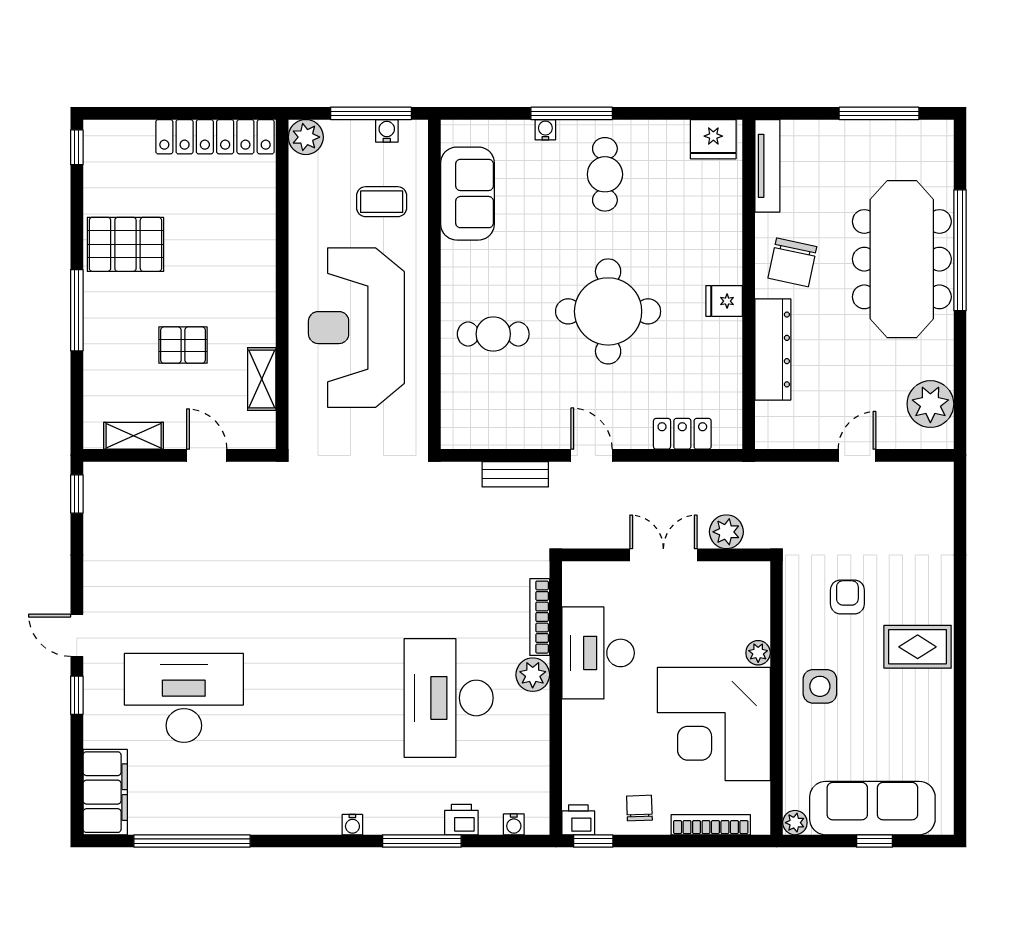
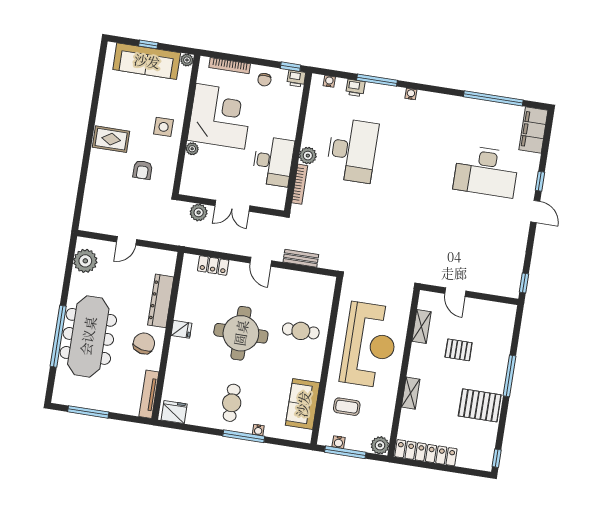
shelving: (134, 436) -> (411, 393), moved, turned 90

